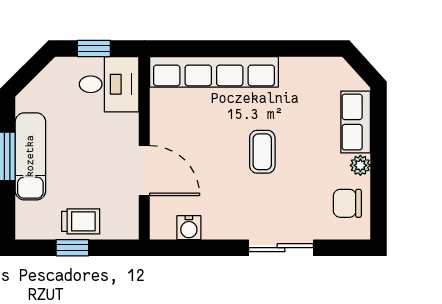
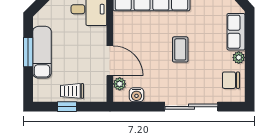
plant: (160, 209) -> (120, 84), added
trolley: (81, 221) -> (72, 91), turned 180
sliding door: (281, 248) -> (191, 107), width x1.37

